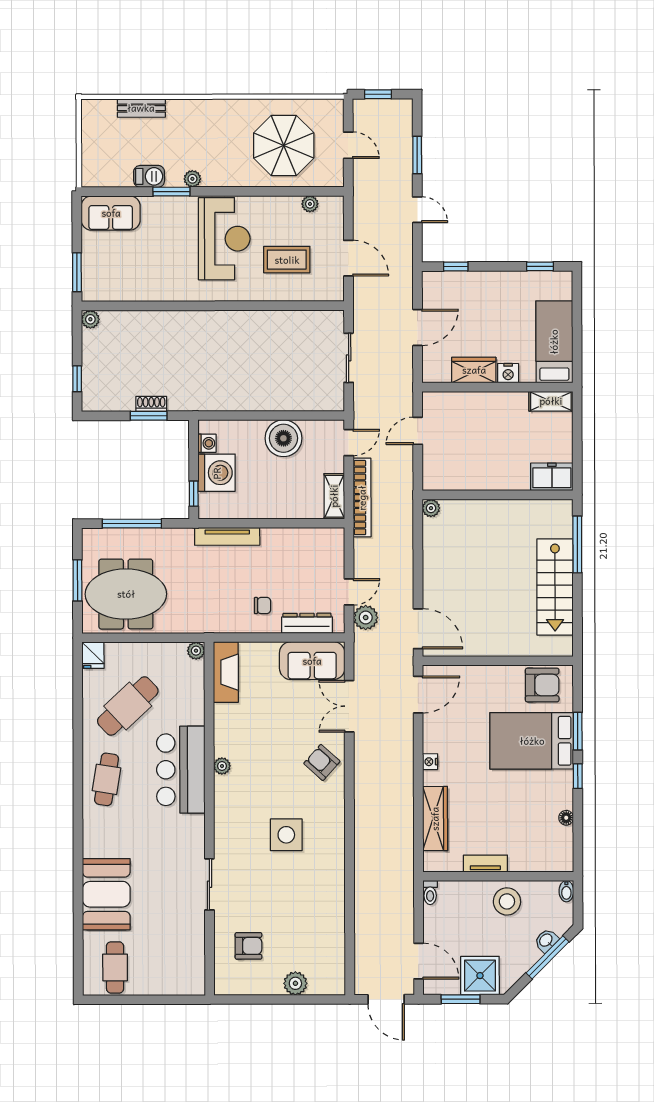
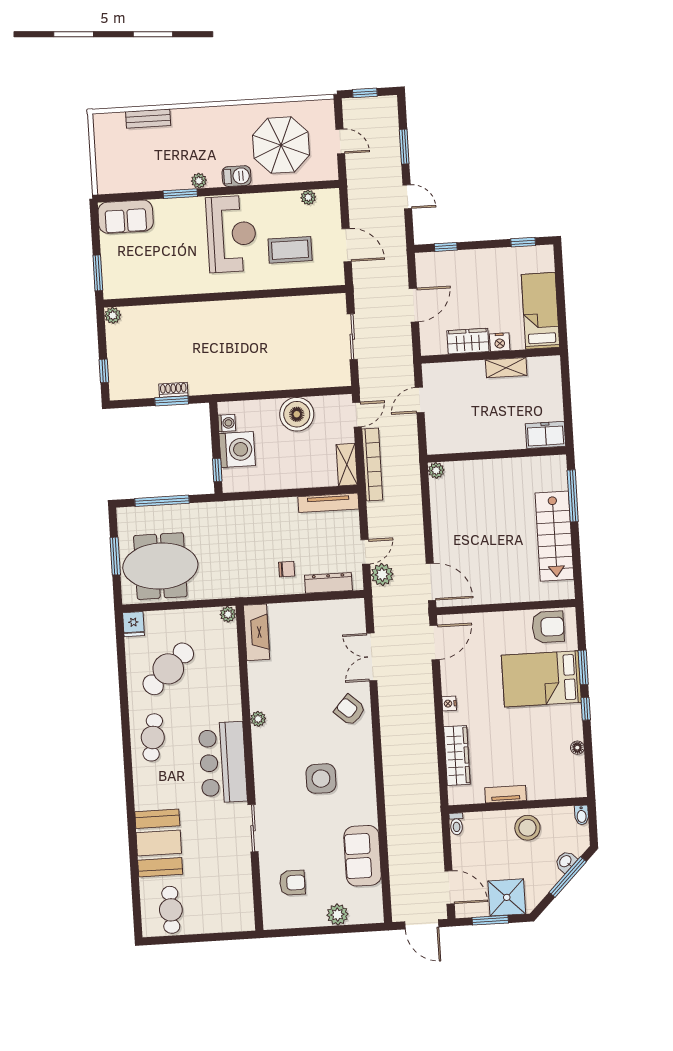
barbecue: (149, 176) -> (237, 176), moved
shelving: (551, 401) -> (506, 368), moved
tv unit: (227, 536) -> (328, 503), moved
sofa: (312, 661) -> (363, 856), moved, turned 90
bar counter: (181, 770) -> (223, 762), moved

